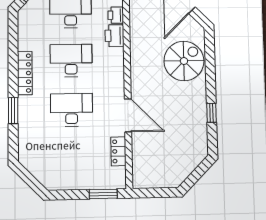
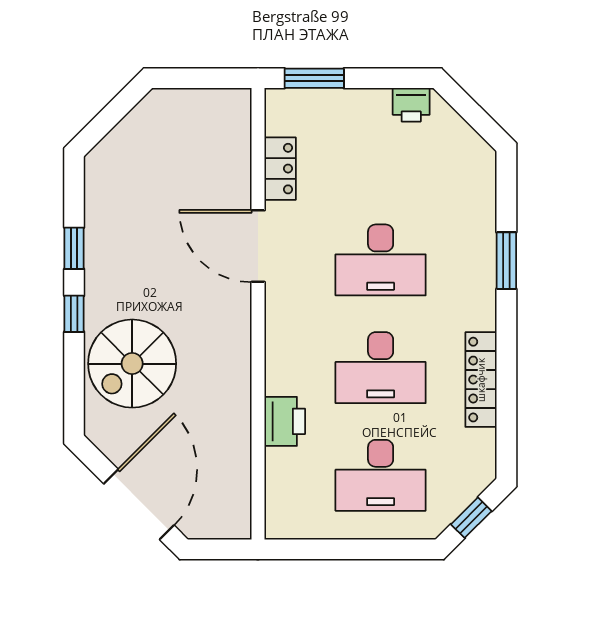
printer: (116, 15) -> (411, 105), moved, turned 90
locker: (25, 73) -> (481, 380), moved
window: (211, 83) -> (74, 314), added

